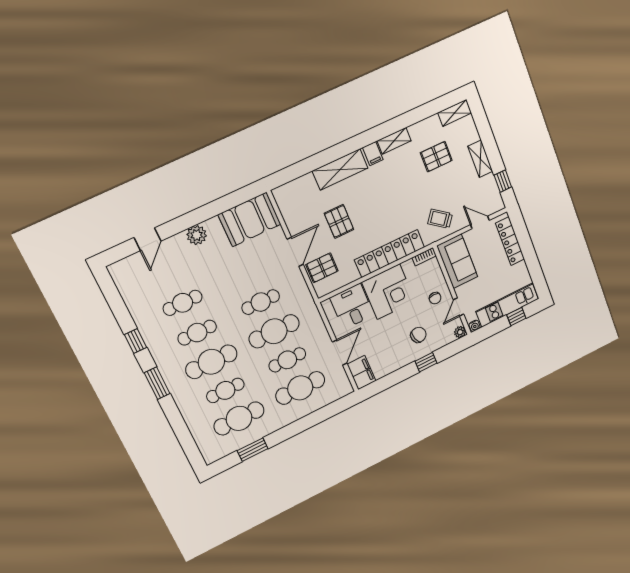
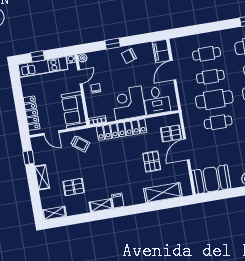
shelving: (340, 170) -> (163, 192), moved
chair: (418, 335) -> (129, 56), moved
cafe table: (300, 388) -> (207, 54), width x0.73, depth x0.74

